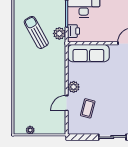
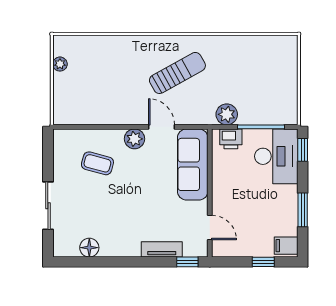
sun lounger: (36, 32) -> (177, 73), moved
door: (67, 103) -> (162, 127), moved

